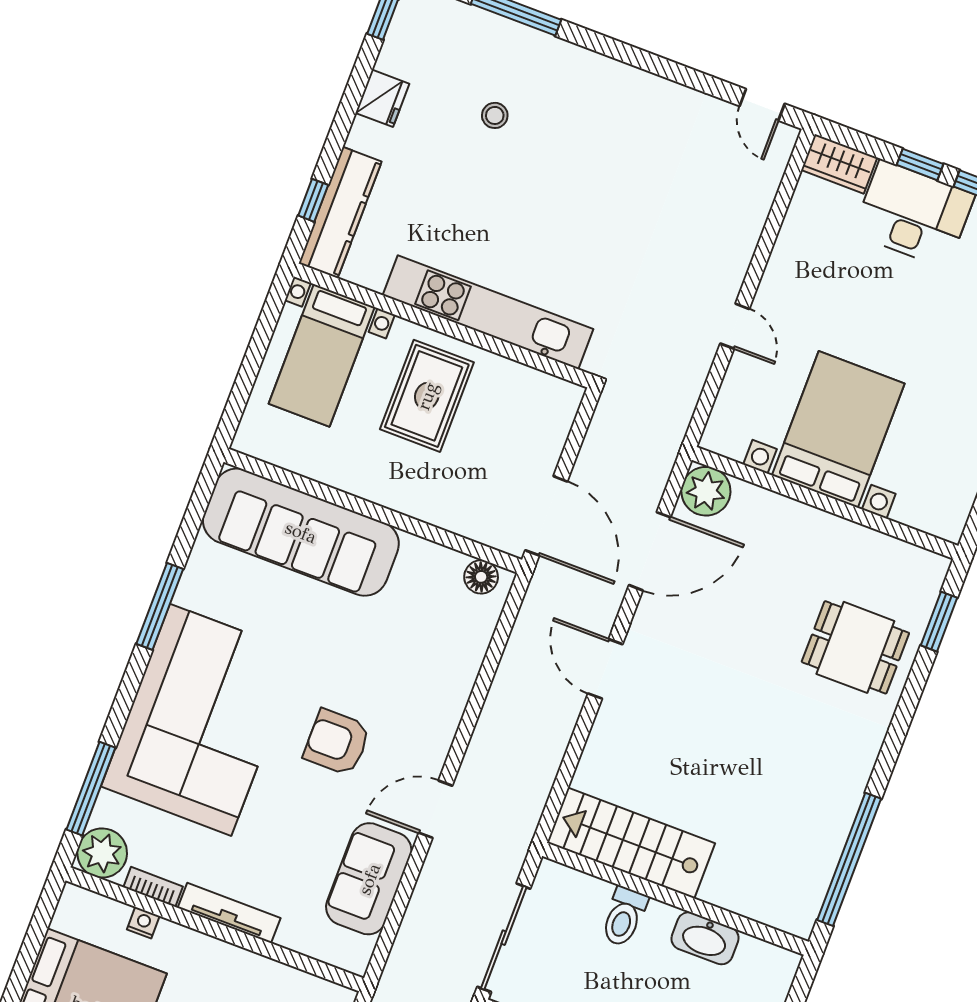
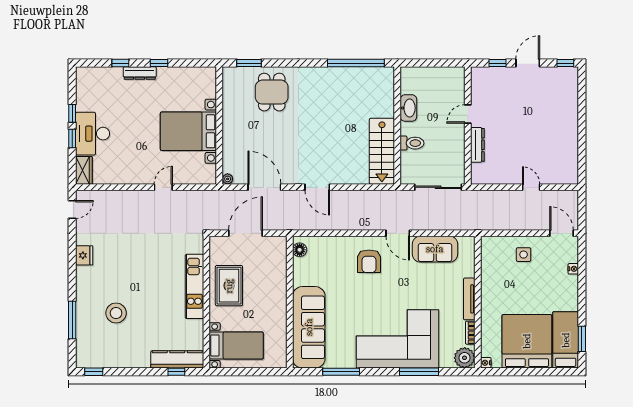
fridge: (382, 98) -> (84, 255), moved, turned 90
stool: (495, 115) -> (116, 313), width x1.89, depth x1.89
kitchen unit: (488, 312) -> (194, 286), width x0.73
rug: (427, 396) -> (229, 286), moved, turned 90
plant: (706, 491) -> (228, 179), width x0.53, depth x0.53
door: (546, 516) -> (246, 233), moved
window: (160, 606) -> (341, 372), moved
door: (605, 669) -> (317, 187), hinge flipped
armchair: (337, 742) -> (369, 261), moved
window: (91, 789) -> (419, 372), moved
nightstand: (143, 923) -> (486, 363), moved

